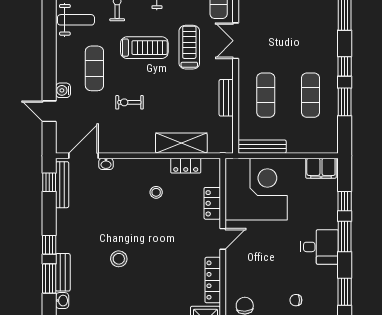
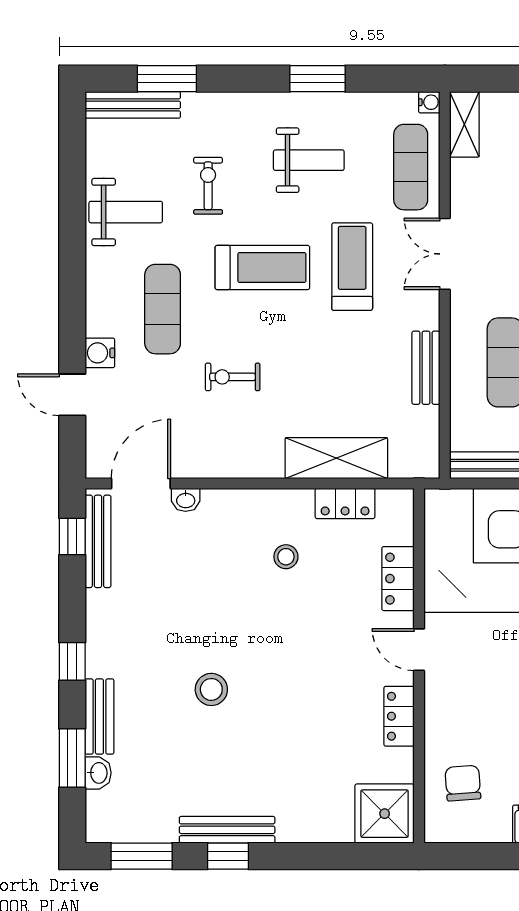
door: (223, 239) -> (419, 650), swing flipped
window: (49, 279) -> (72, 758), moved
locker: (213, 280) -> (399, 716), width x0.66

